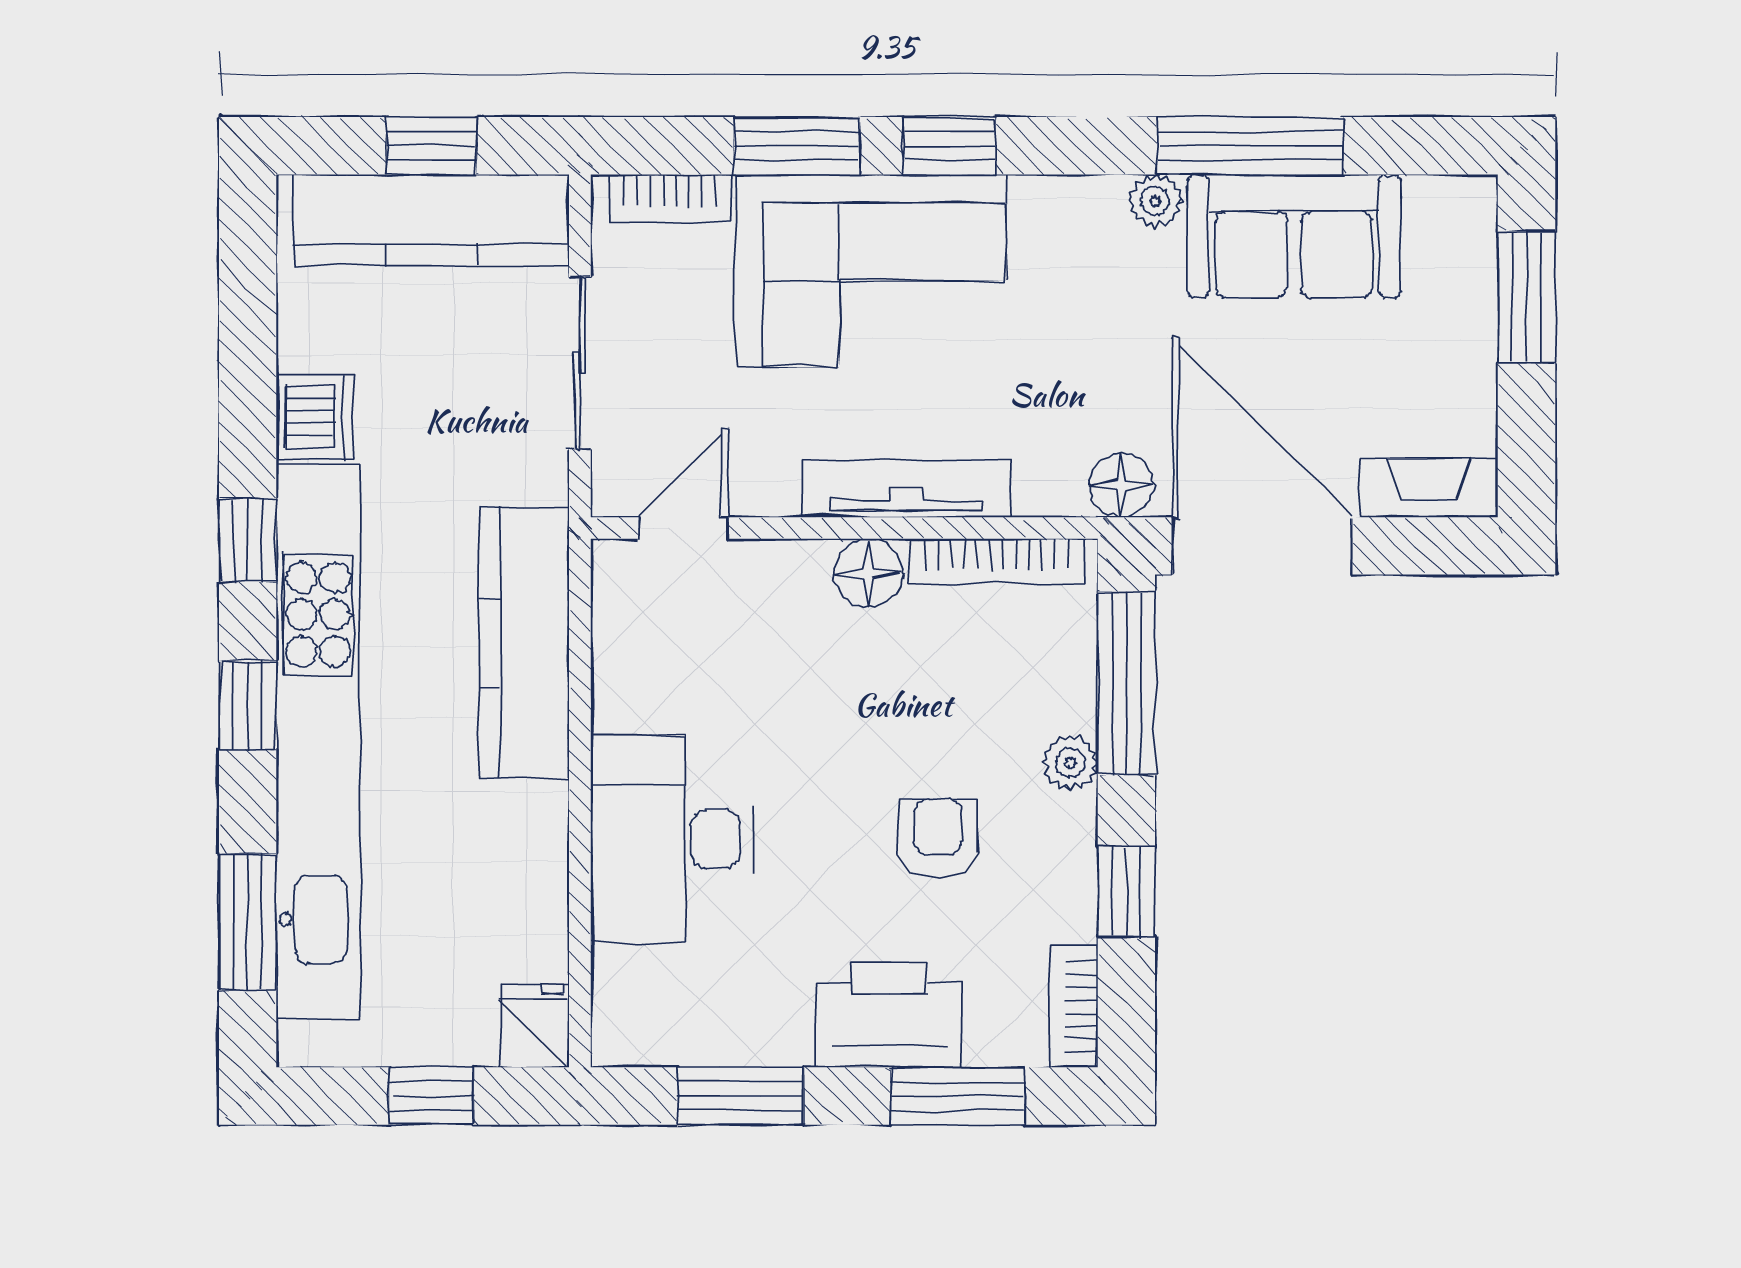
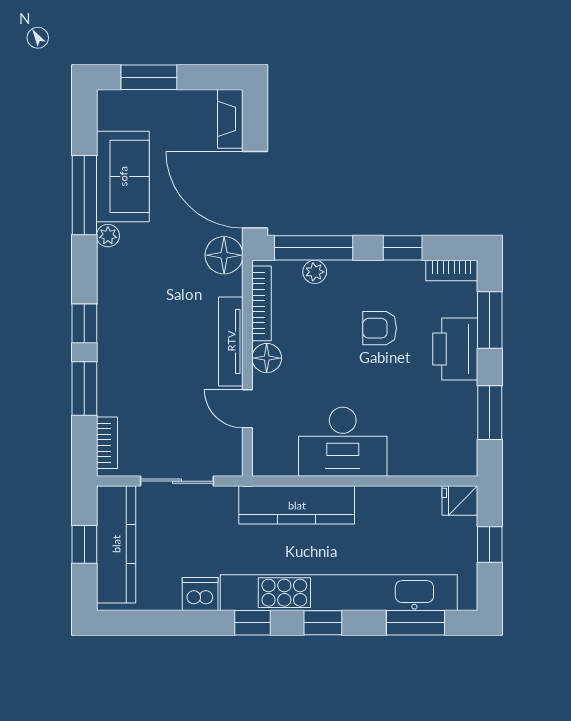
corner sofa: (871, 271) -> (138, 357), removed
floor lamp: (1121, 485) -> (224, 255), width x1.38, depth x1.38
door: (684, 528) -> (247, 409), moved
door: (1263, 546) -> (255, 190), hinge flipped
plant: (1070, 763) -> (315, 272), moved
desk: (672, 839) -> (343, 442), moved

